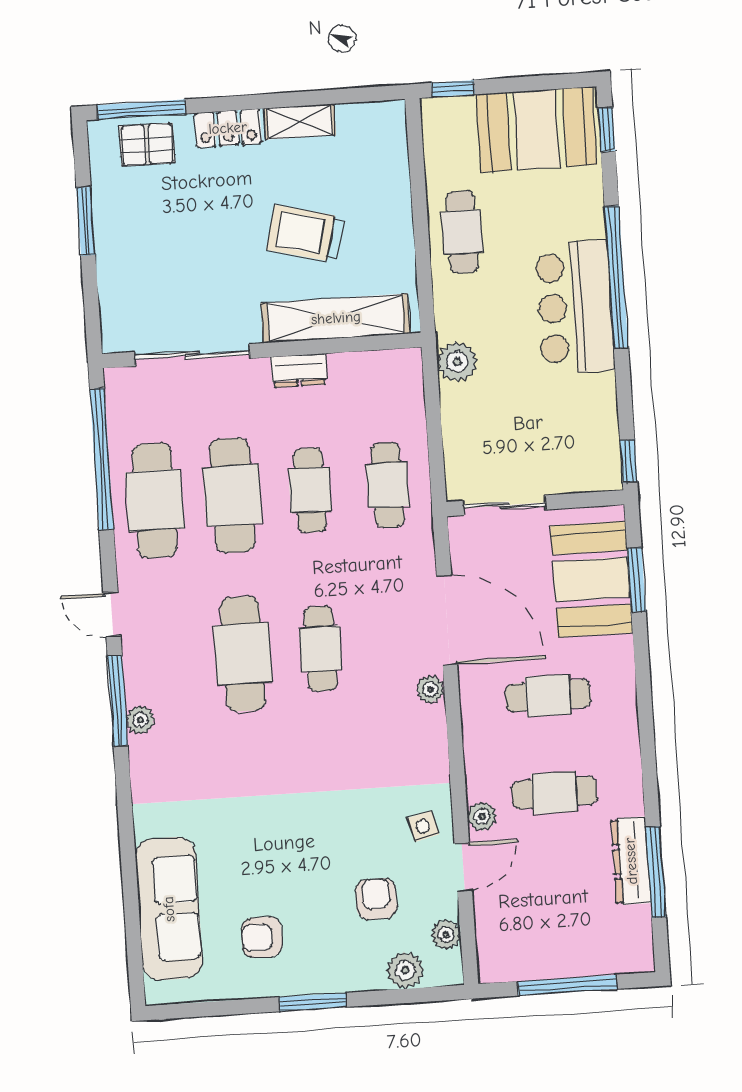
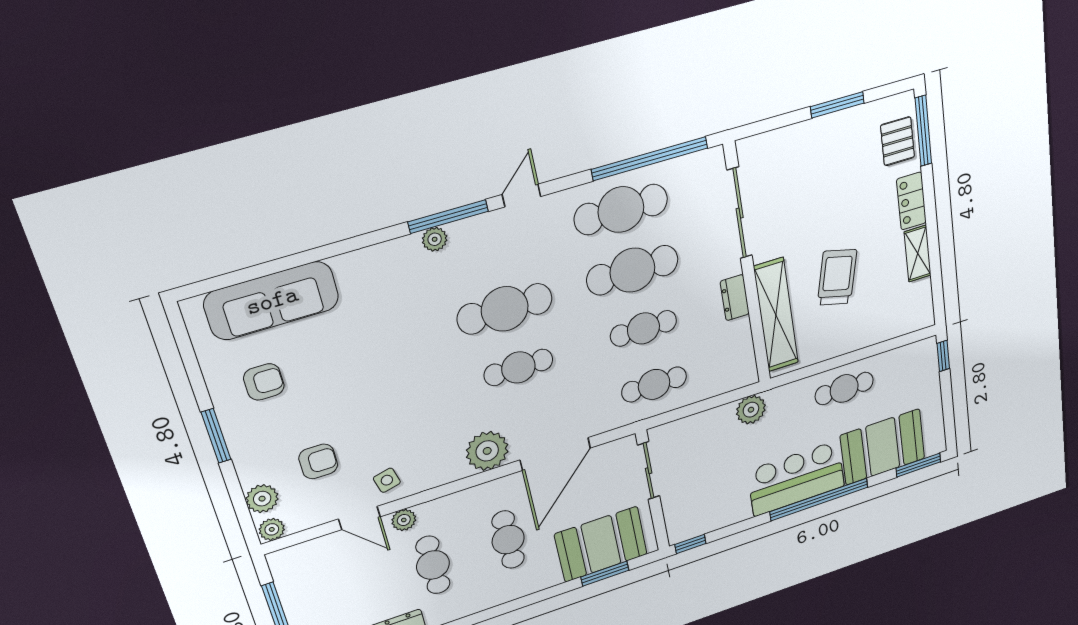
booth: (537, 129) -> (883, 447), moved, turned 90
window: (607, 130) -> (918, 465), width x1.50
plant: (430, 689) -> (487, 451), width x1.88, depth x1.88
plant: (446, 934) -> (272, 529), moved
armchair: (262, 937) -> (264, 382), turned 90

